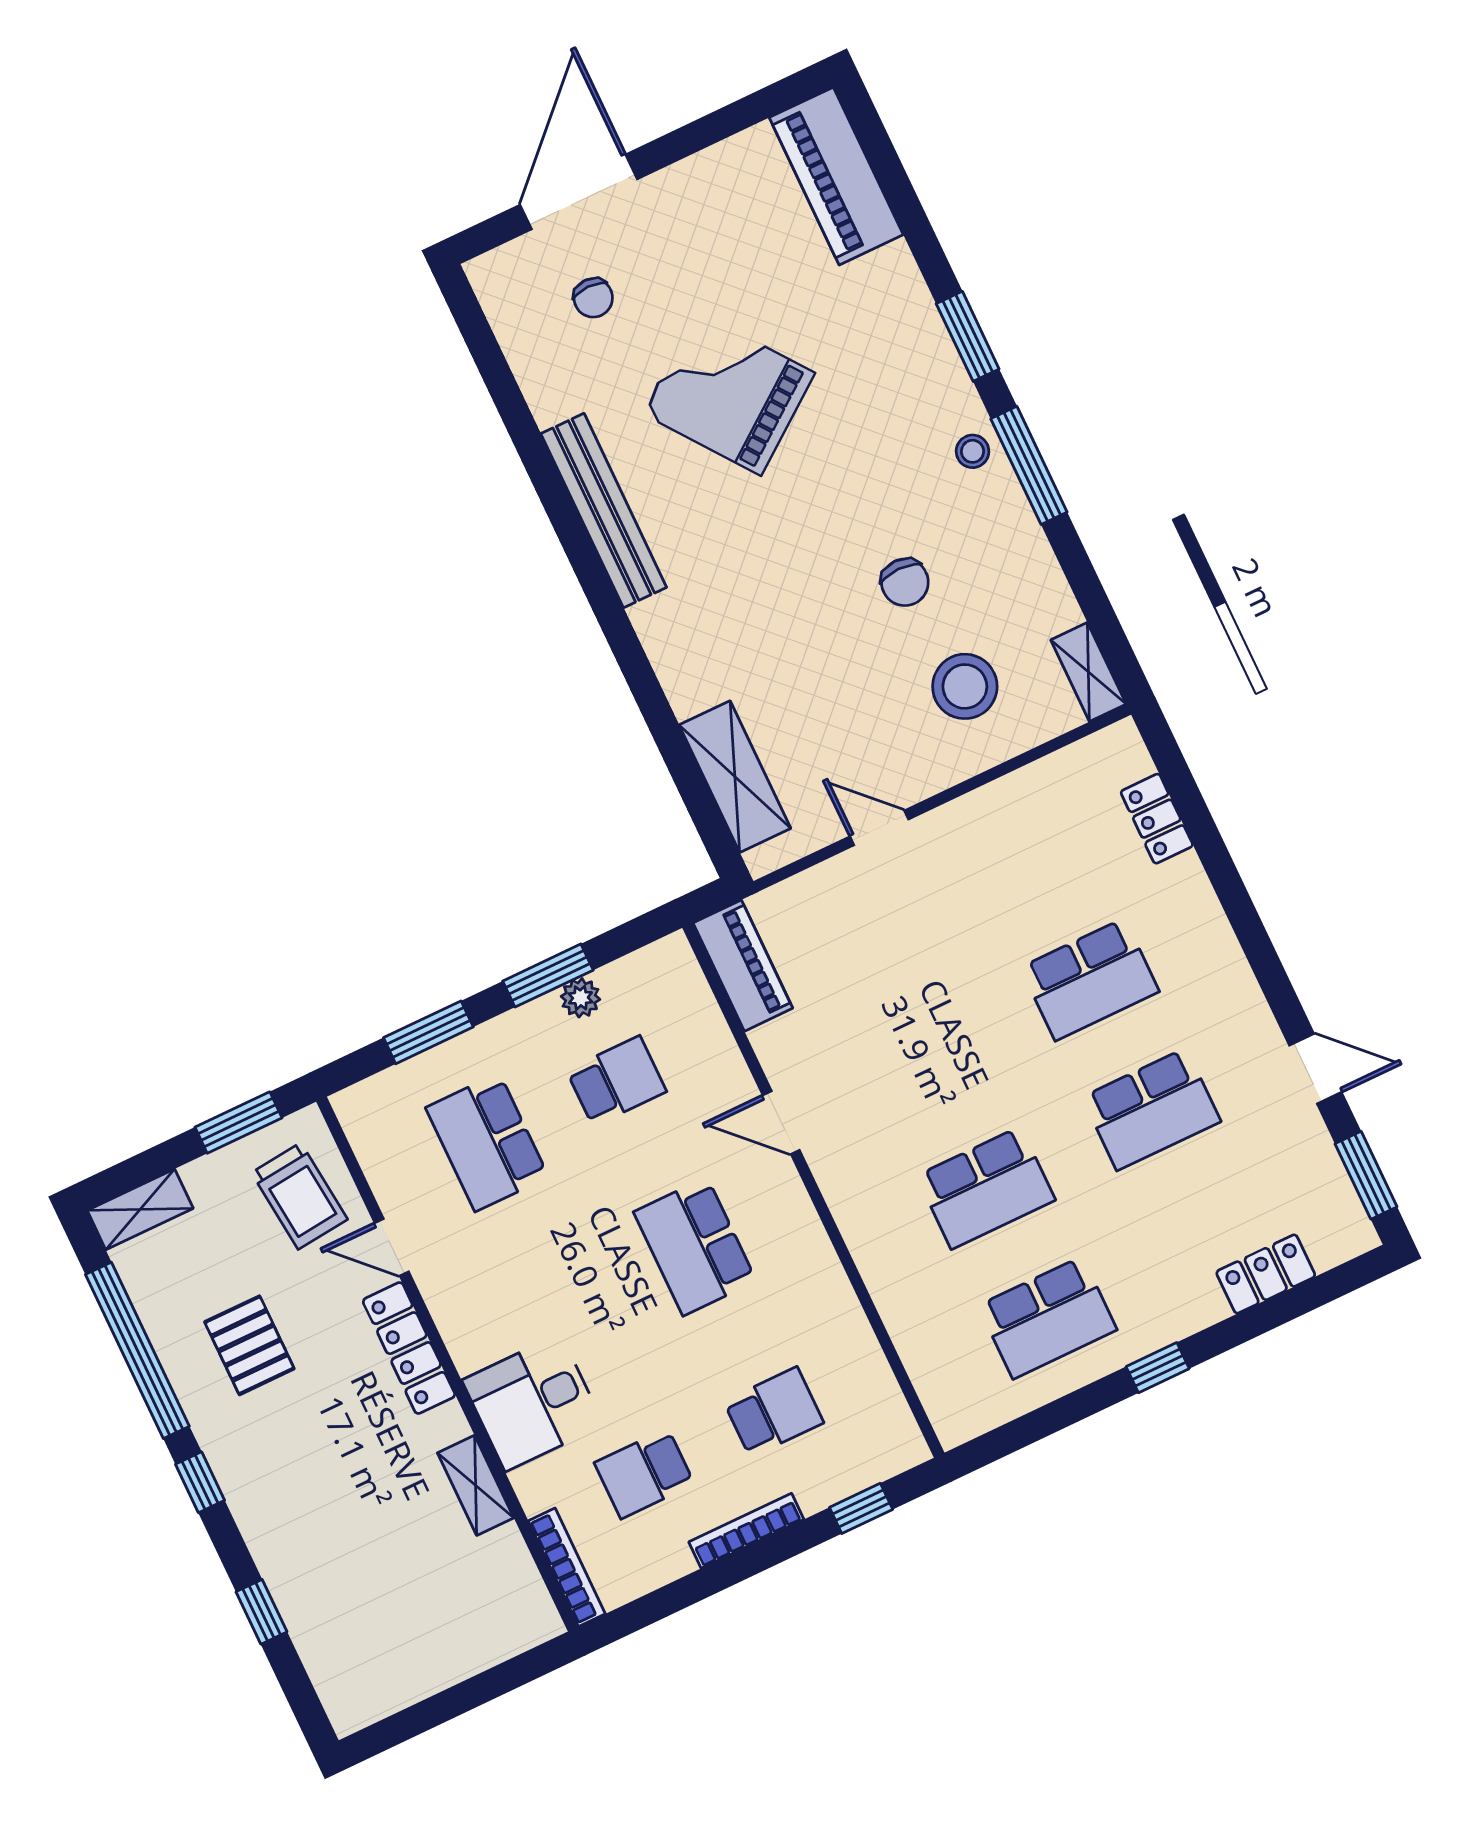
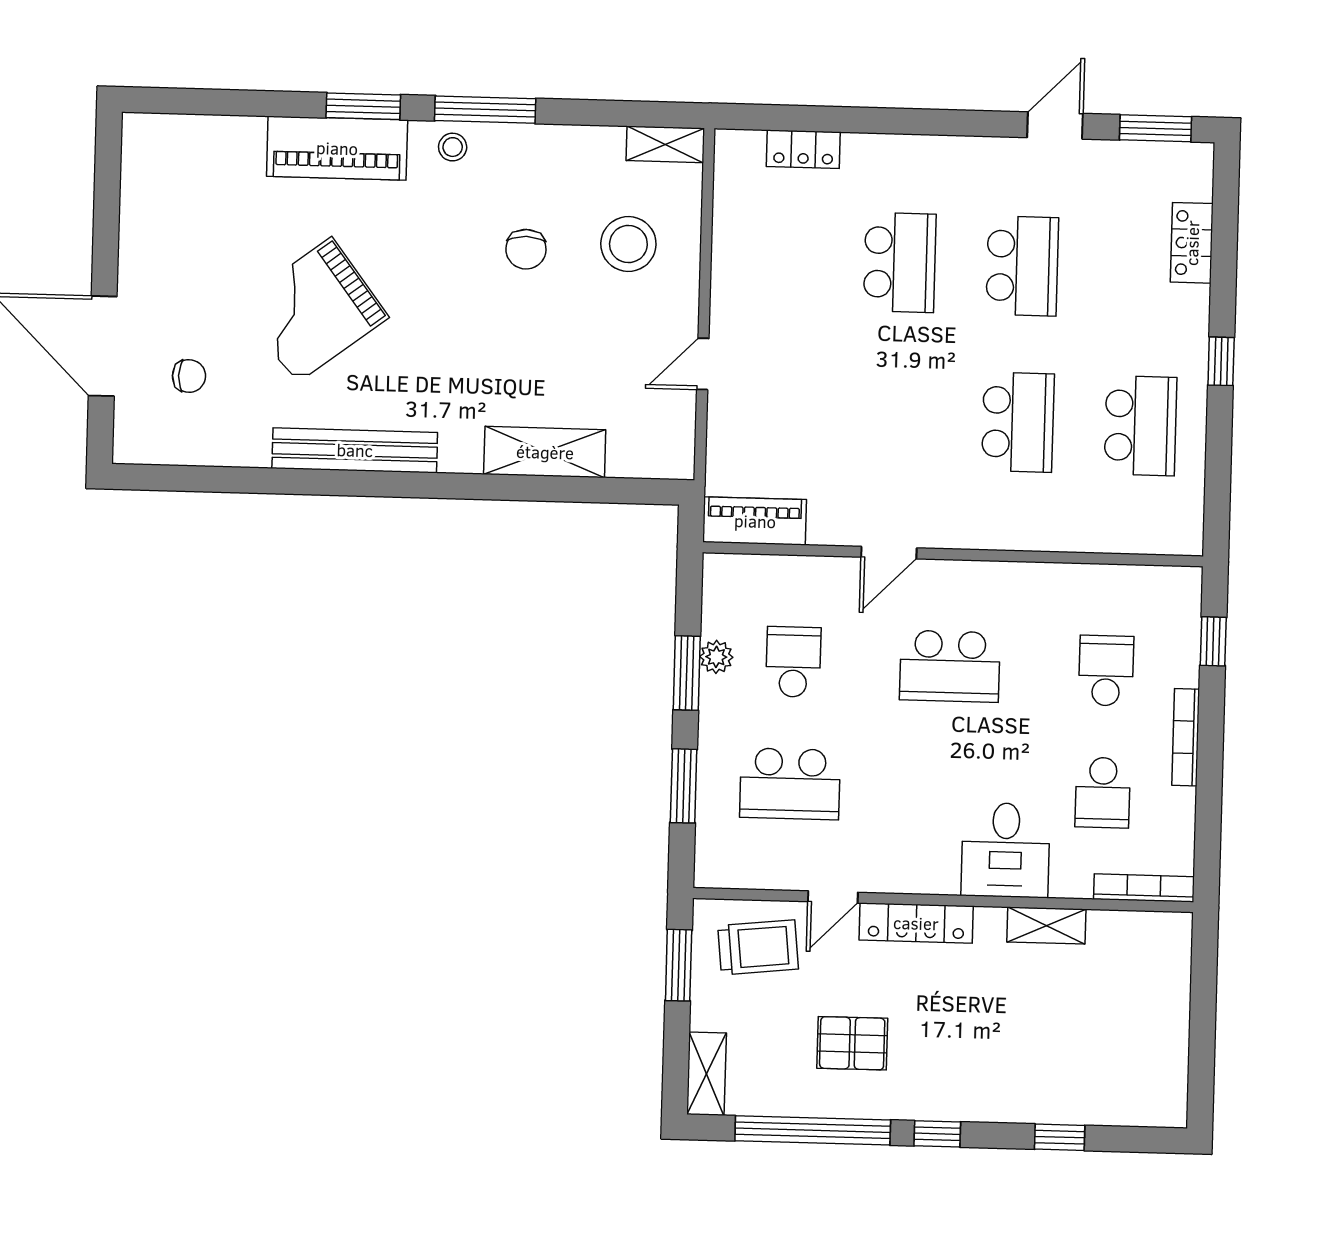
piano: (836, 176) -> (337, 148), moved
chair: (905, 582) -> (526, 249), turned 90
shelving: (735, 777) -> (545, 452), moved

